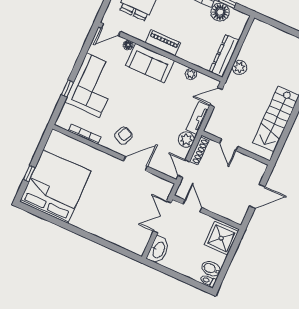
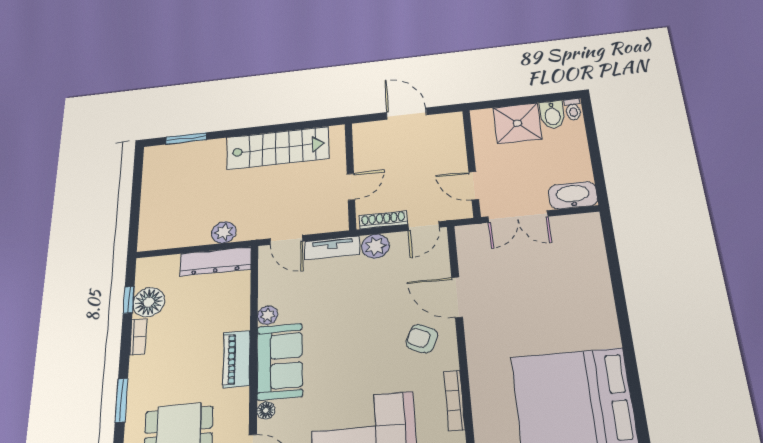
plant: (191, 74) -> (268, 315), moved
door: (192, 206) -> (474, 186), hinge flipped
shower: (221, 238) -> (517, 123), moved

